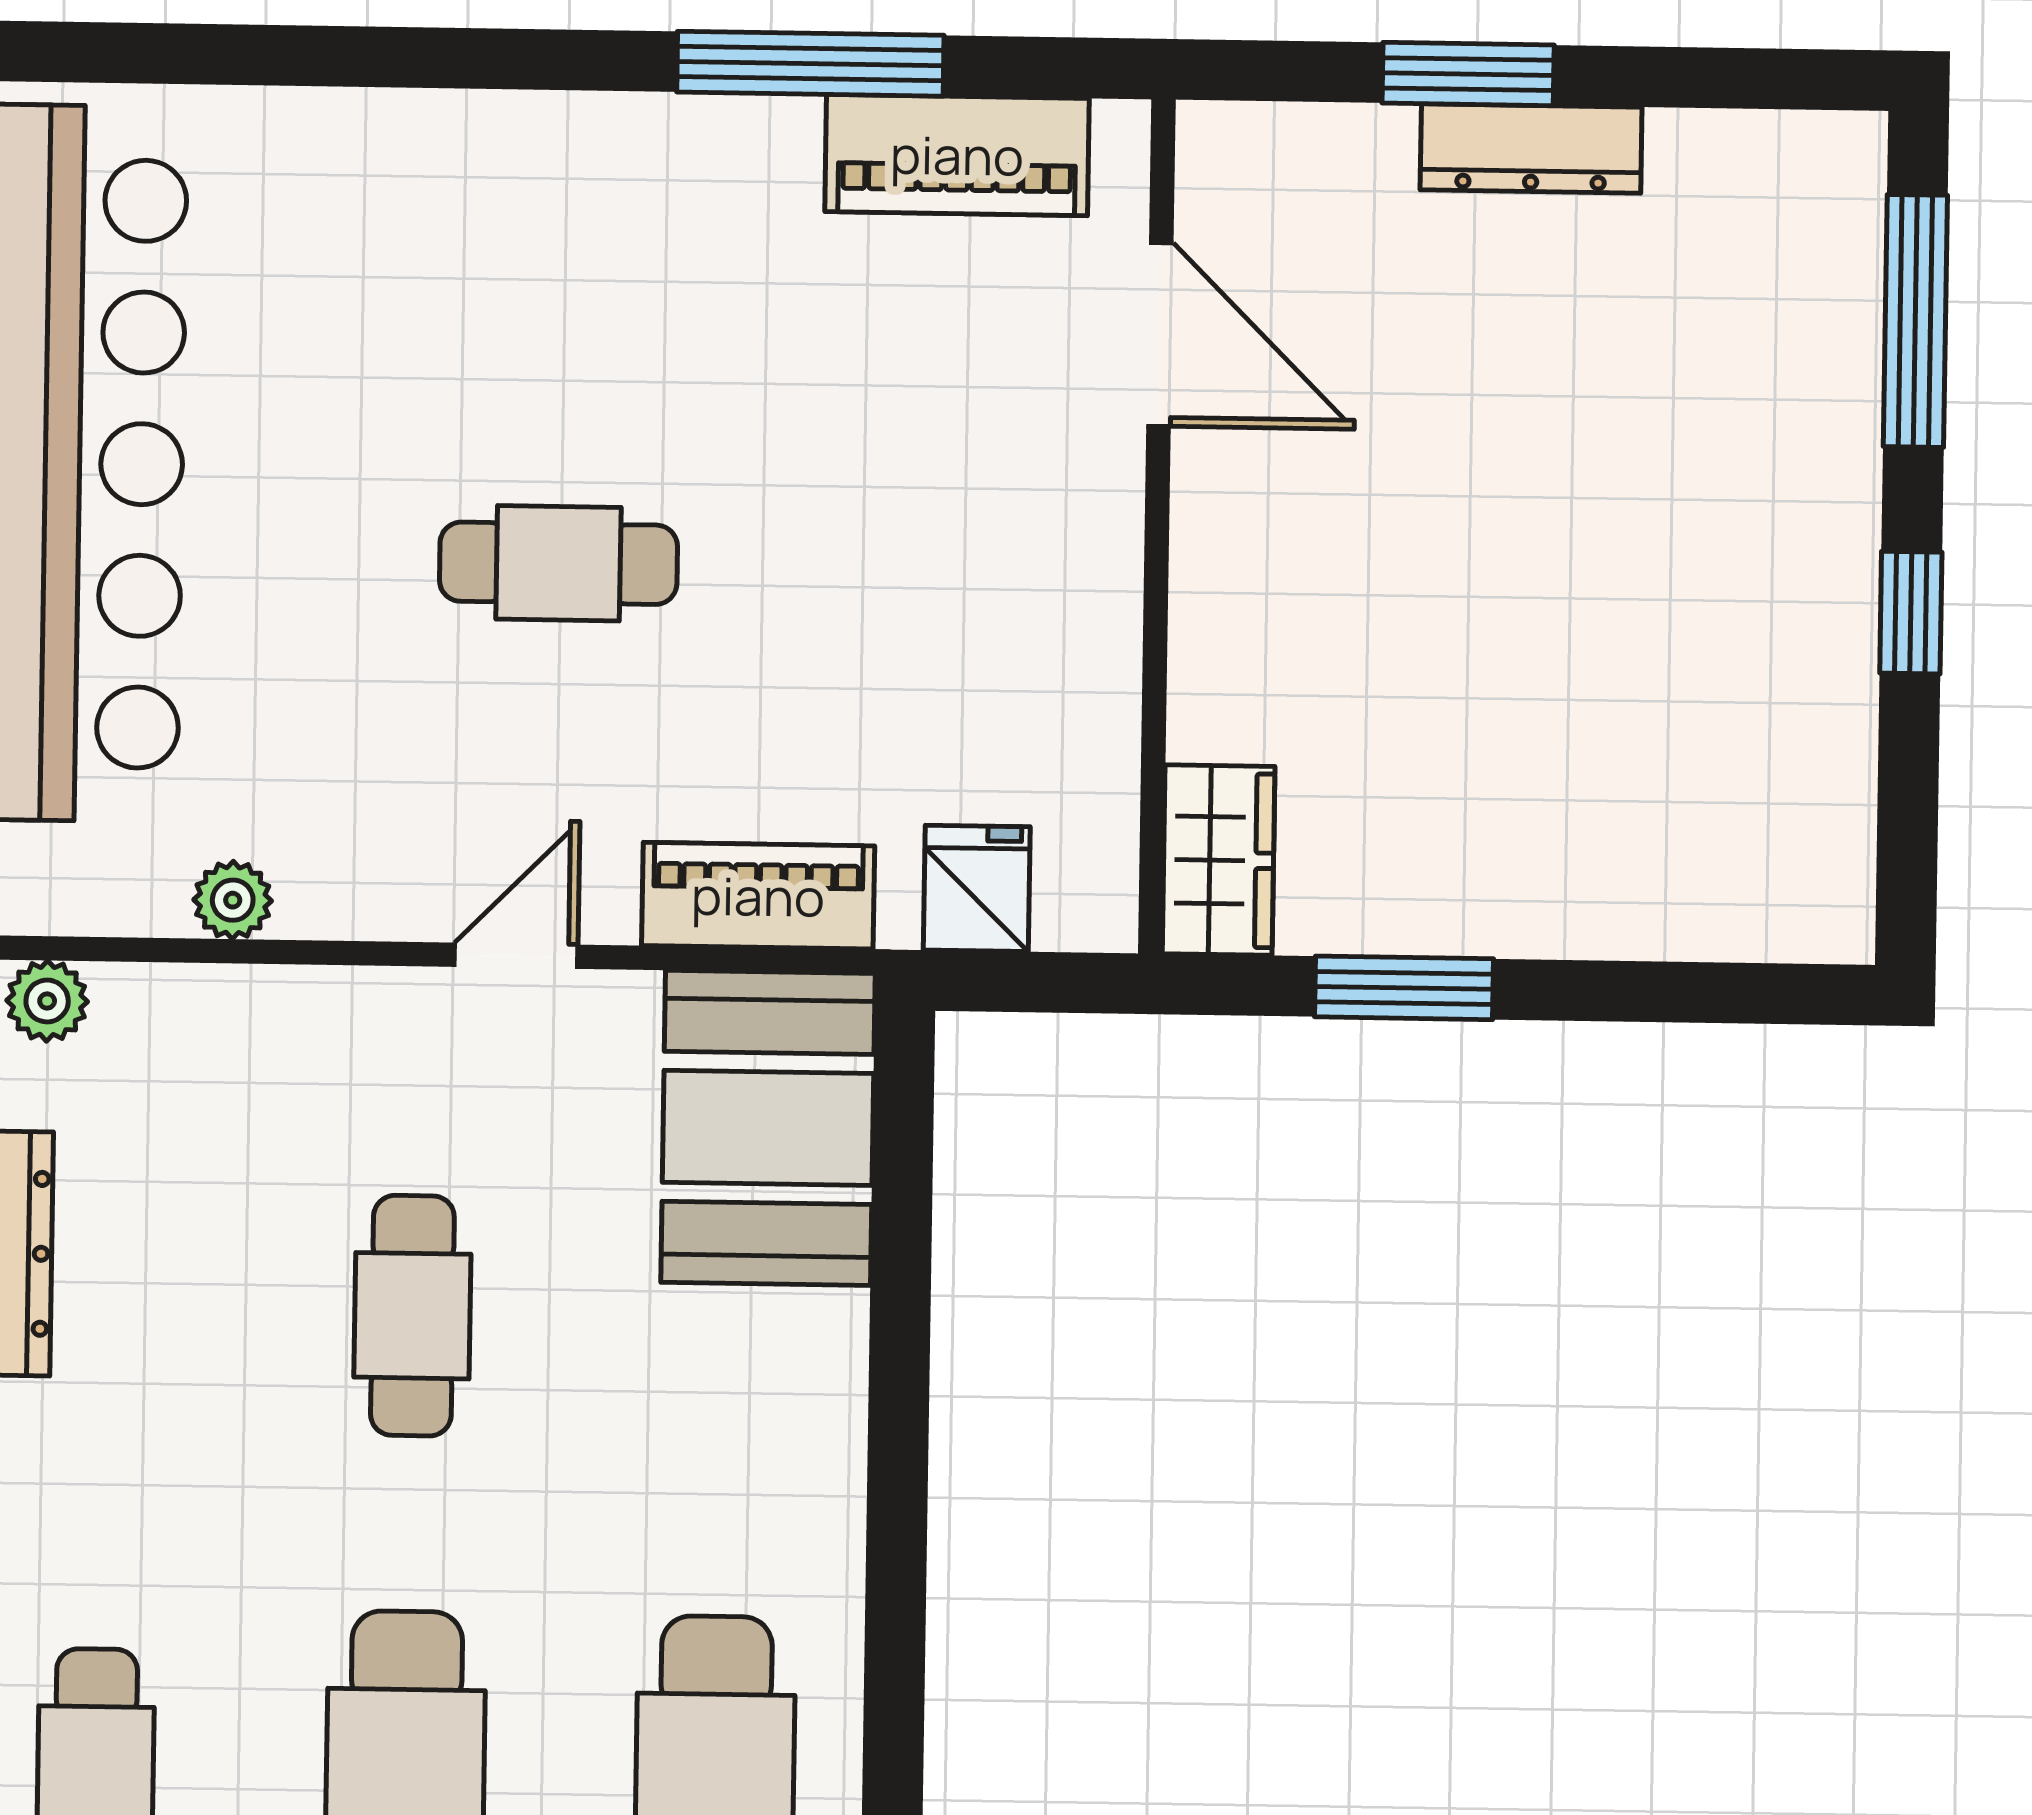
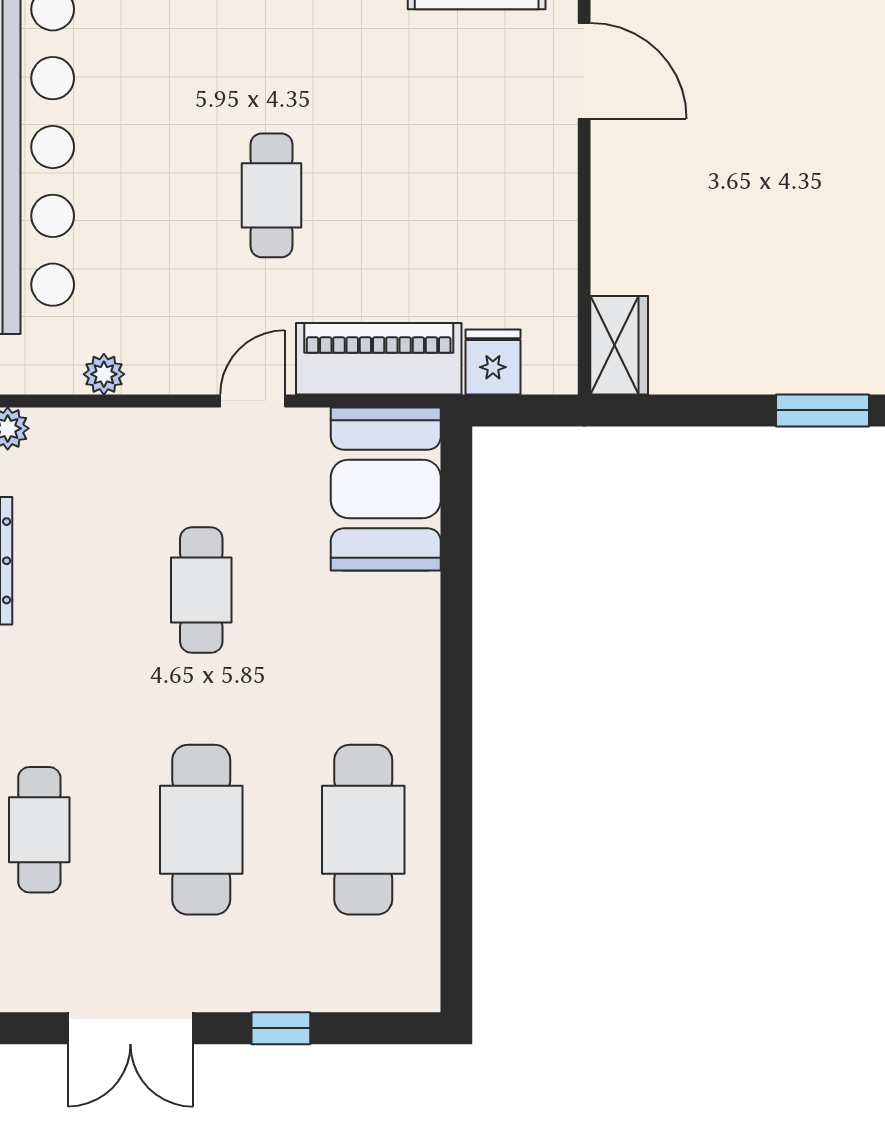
cafe table: (558, 563) -> (272, 195), turned 90
piano: (758, 896) -> (379, 359), width x1.37, depth x1.33
window: (1404, 988) -> (823, 410), moved

